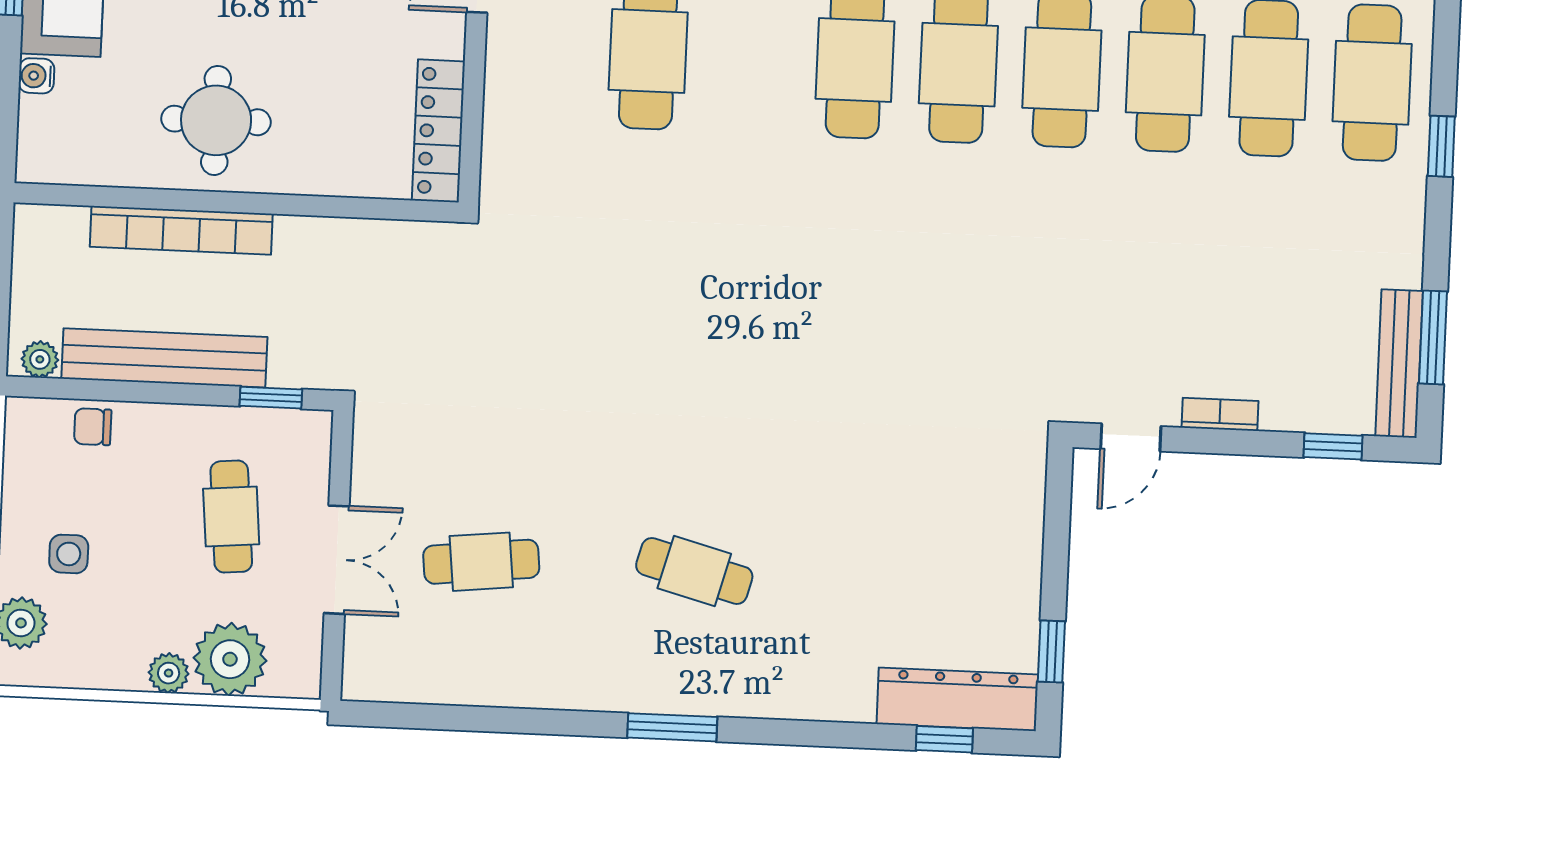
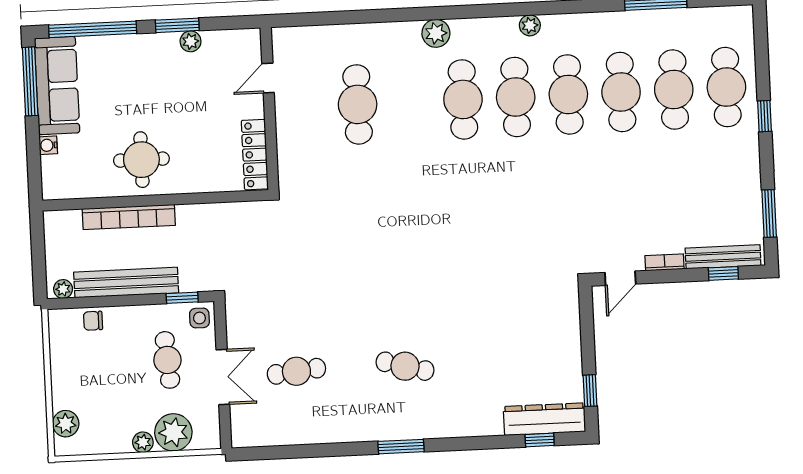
bench: (1399, 364) -> (723, 257), moved, turned 90
side table: (69, 554) -> (199, 318), moved

